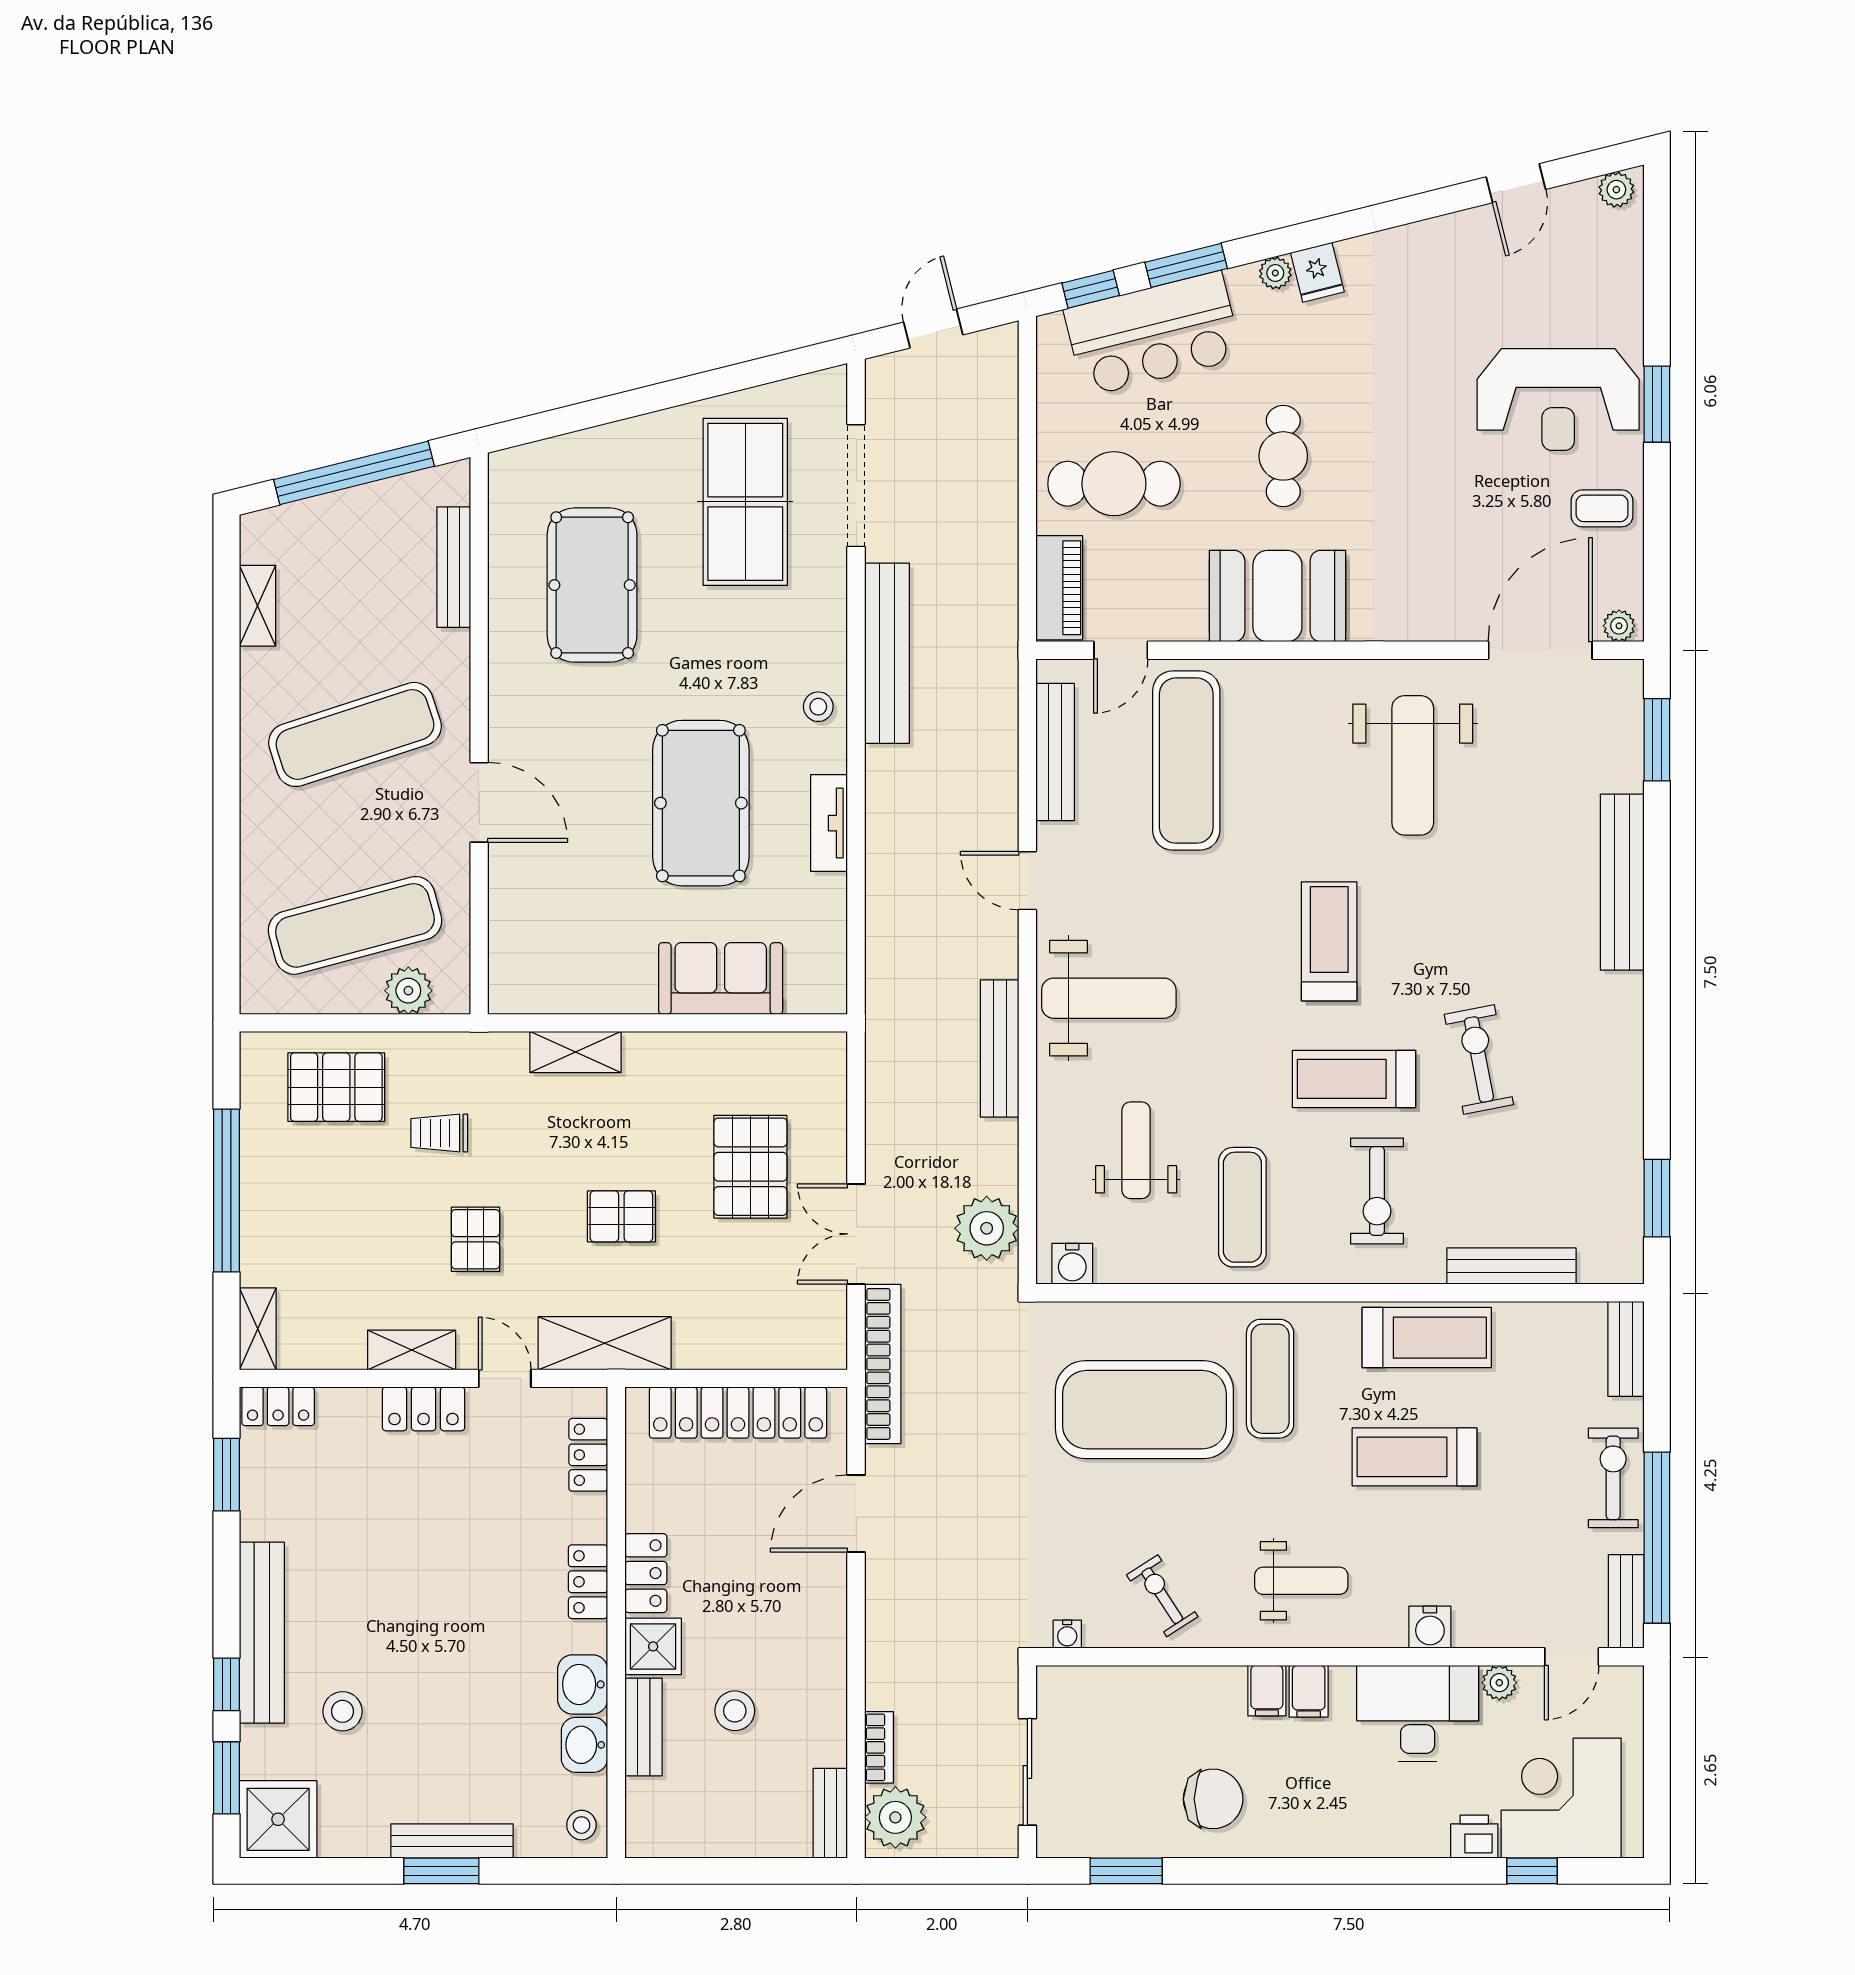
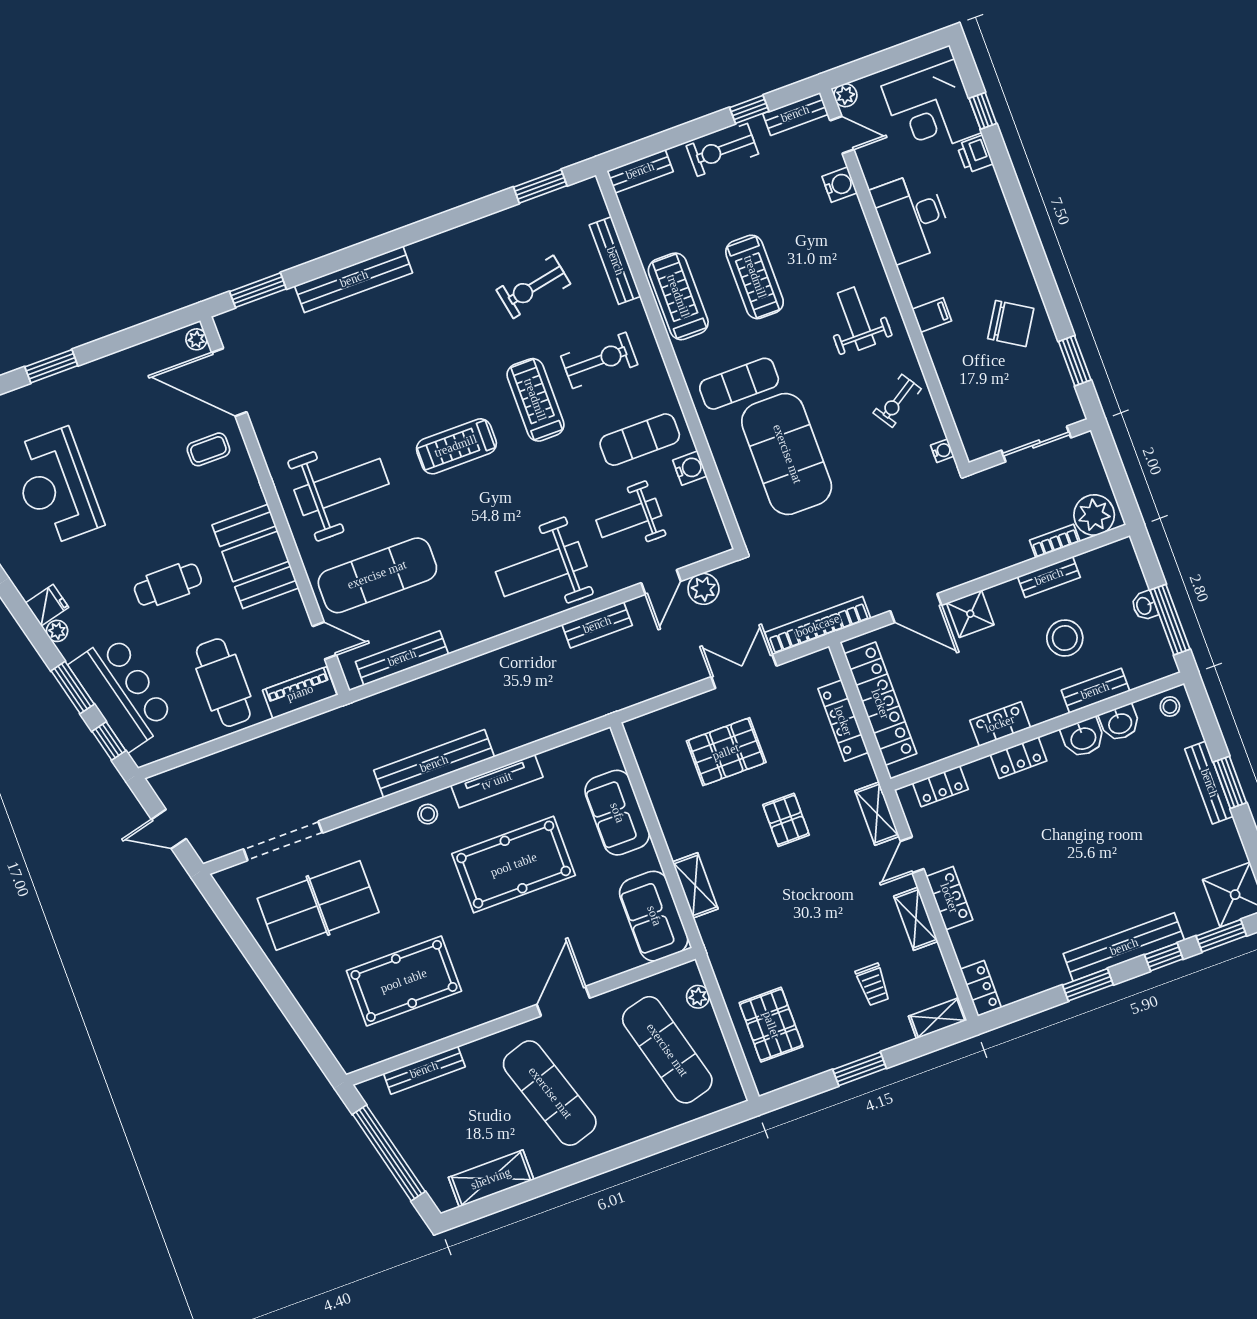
reception desk: (1558, 400) -> (56, 487), moved, turned 180
coffee table: (1602, 508) -> (208, 449), moved, turned 90
shelving: (258, 606) -> (491, 1179), width x1.50, depth x1.33
bench: (887, 653) -> (434, 764), moved
weight bench: (1413, 765) -> (342, 487), moved
tv unit: (829, 823) -> (497, 781), width x1.41
door: (1027, 881) -> (661, 582), moved
sofa: (553, 976) -> (654, 916), added
plant: (408, 991) -> (698, 997), width x0.73, depth x0.73
weight bench: (1109, 998) -> (541, 569), turned -90
bench: (1000, 1049) -> (597, 625), width x0.73
exercise bike: (1479, 1059) -> (533, 287), moved
treadmill: (1354, 1079) -> (535, 400), turned 180
trolley: (439, 1133) -> (873, 985), moved
window: (226, 1190) -> (860, 1069), width x0.47
plant: (987, 1228) -> (703, 589), width x0.73, depth x0.73
double door: (856, 1234) -> (744, 671), swing flipped
pallet: (476, 1239) -> (833, 904), removed
water cooler: (1072, 1264) -> (690, 468), moved
shelving: (605, 1343) -> (877, 814), width x0.67, depth x0.75
locker: (733, 1350) -> (843, 721), added
window: (226, 1475) -> (1088, 985), moved
window: (1657, 1538) -> (749, 109), width x0.32
water cooler: (1430, 1627) -> (840, 185), moved
shower: (653, 1646) -> (970, 614), moved
plant: (1499, 1683) -> (845, 95), moved
filing cabinet: (1309, 1691) -> (923, 289), removed
stool: (343, 1711) -> (1154, 879), removed
stool: (735, 1711) -> (1065, 638), width x1.38, depth x1.38
chair: (1213, 1799) -> (1011, 324), turned 122
bench: (830, 1813) -> (1049, 577), moved
washbasin: (739, 1842) -> (1144, 606), added
window: (706, 1871) -> (1170, 620), added

